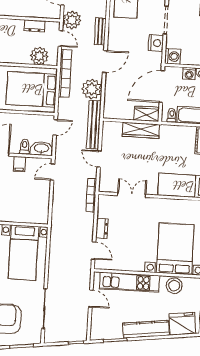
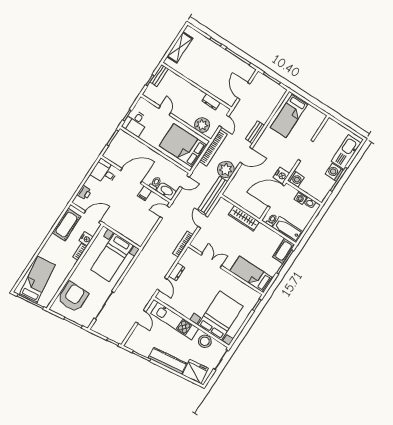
plant: (72, 20) -> (240, 113), removed
nightstand: (156, 43) -> (281, 175), moved
wardrobe: (147, 114) -> (254, 209), removed

